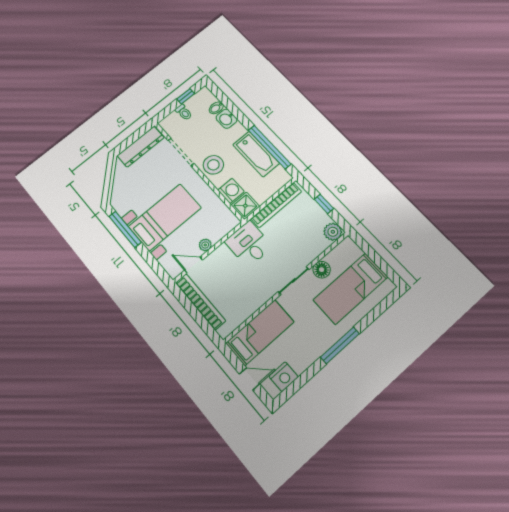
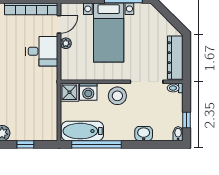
bidet: (216, 108) -> (178, 134), moved
toilet: (184, 112) -> (175, 88), moved
bathtub: (256, 154) -> (82, 131), moved
bookcase: (276, 205) -> (52, 113), removed
desk: (249, 244) -> (42, 51), moved

